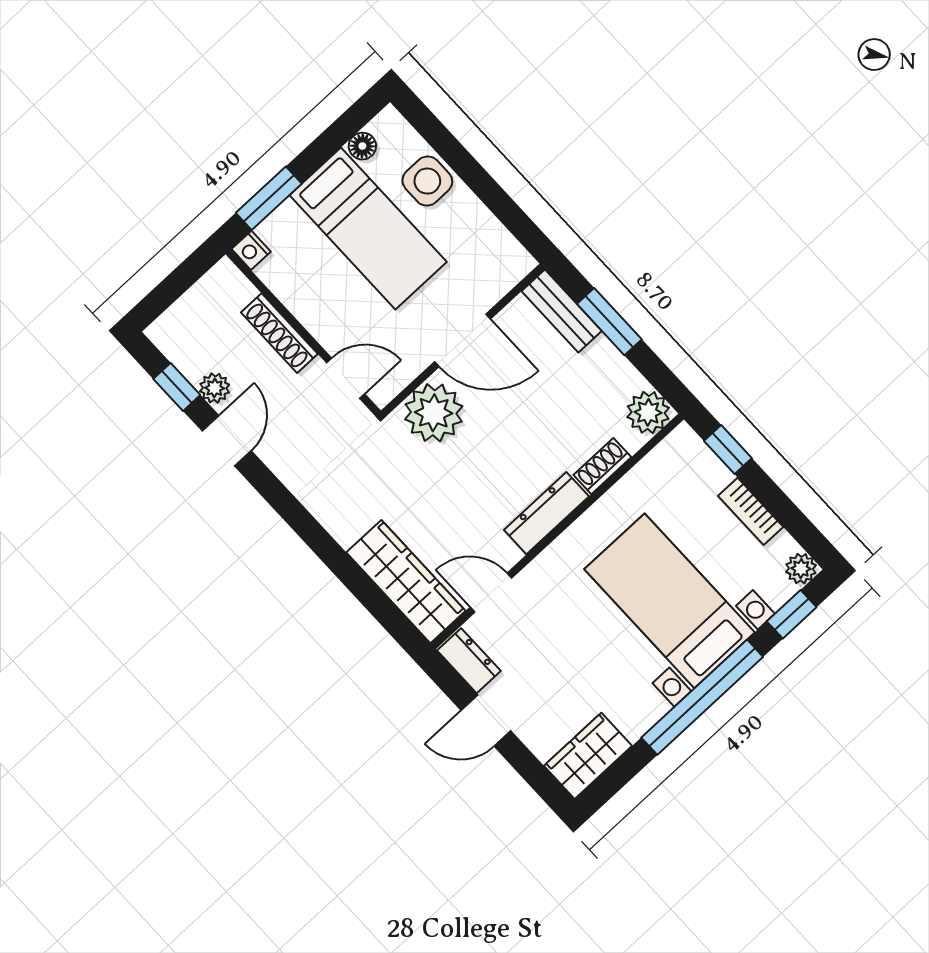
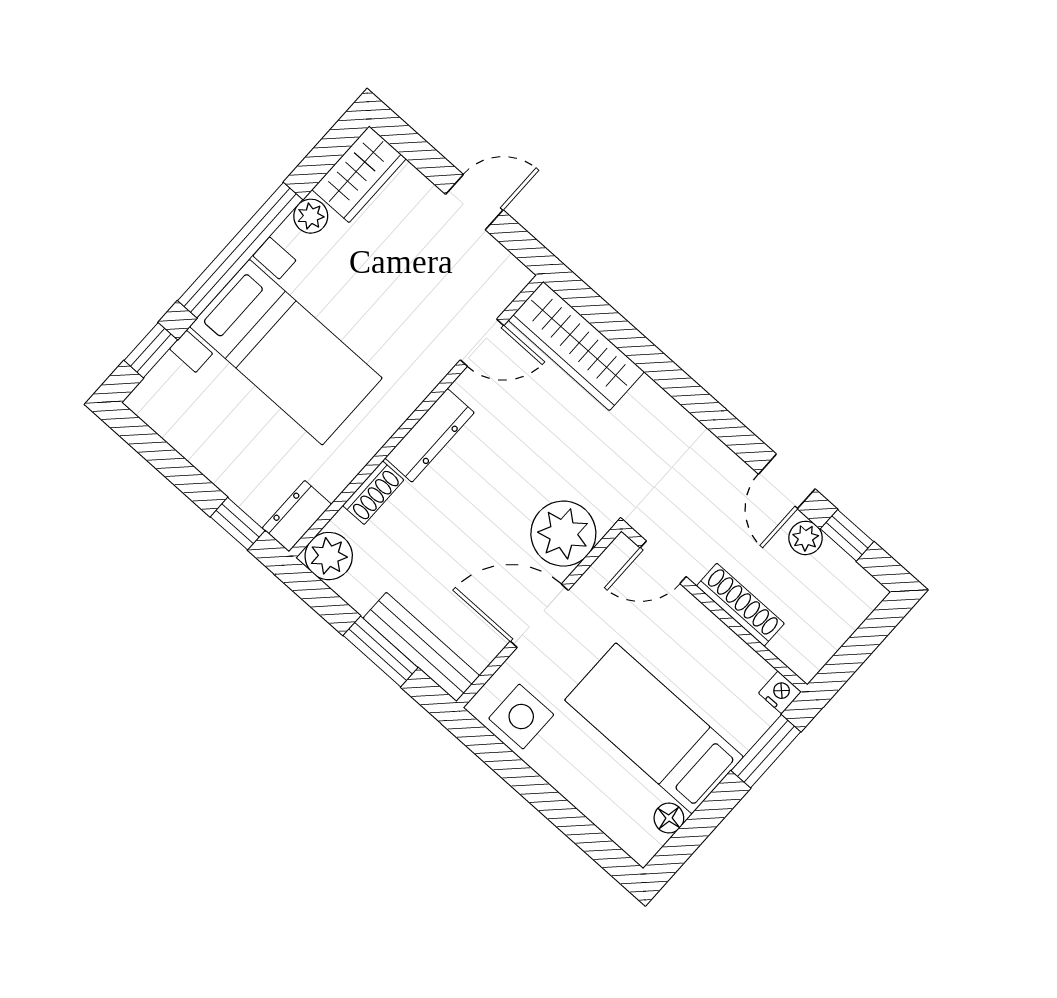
side table: (427, 181) -> (521, 717), moved
bench: (562, 311) -> (421, 647), width x1.36
bookcase: (751, 511) -> (206, 458), removed
plant: (801, 569) -> (311, 216), moved
dresser: (469, 661) -> (297, 516), moved, turned 90

